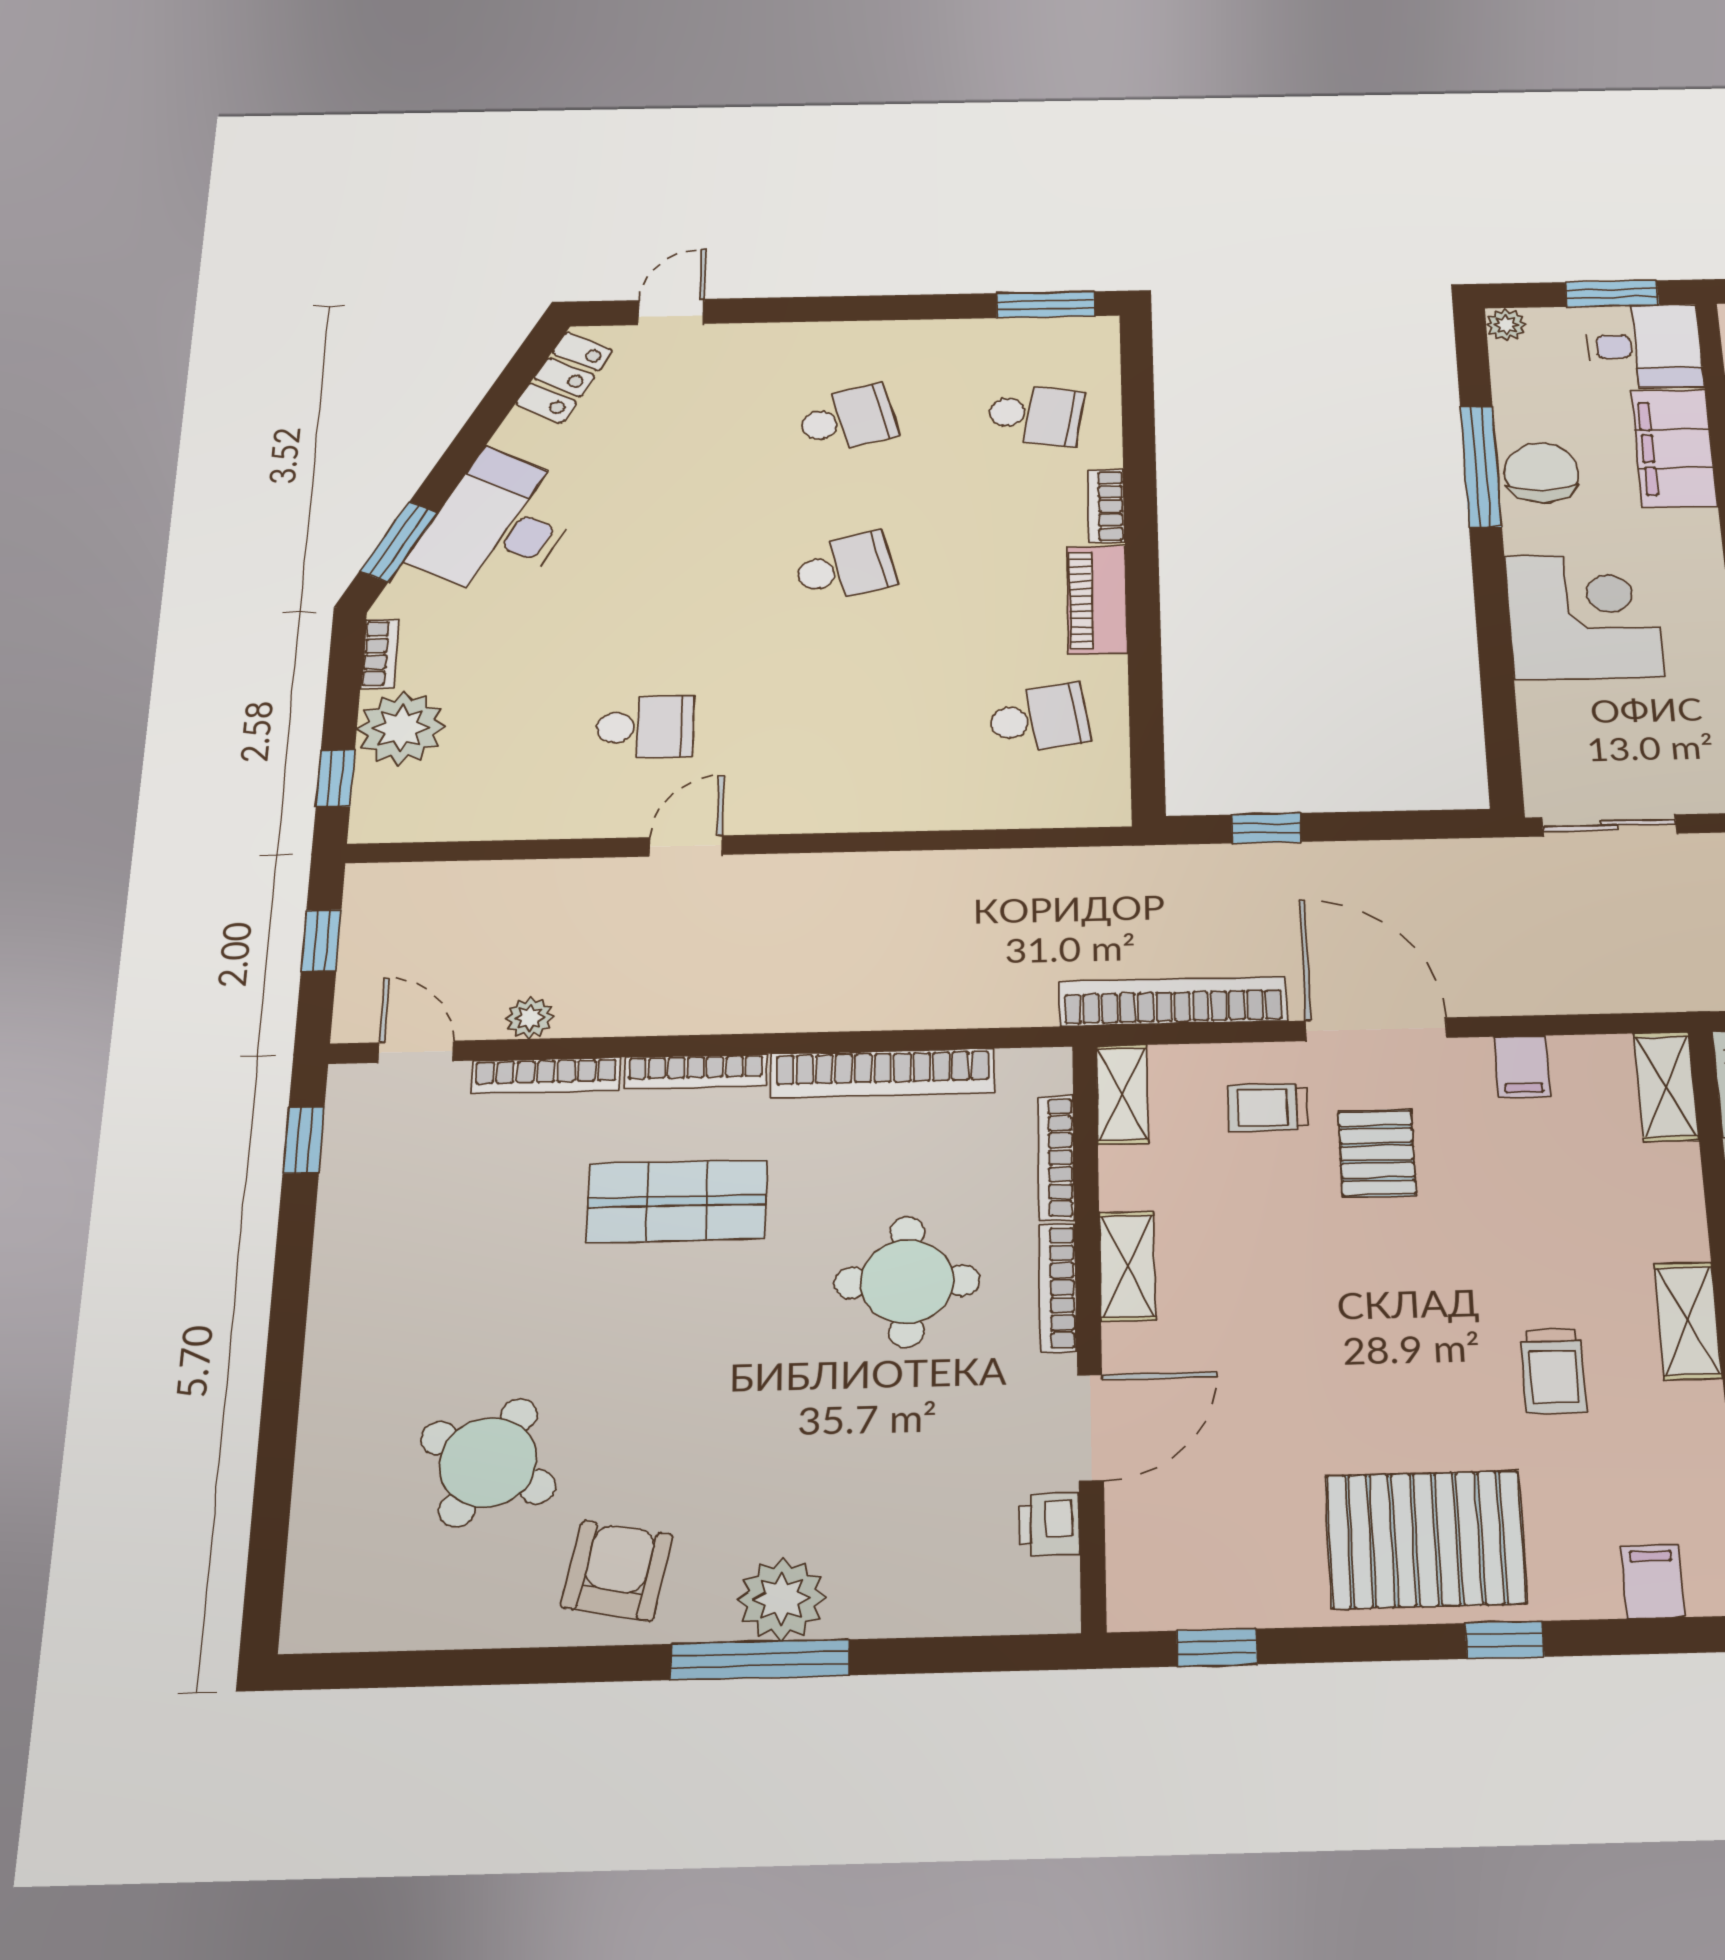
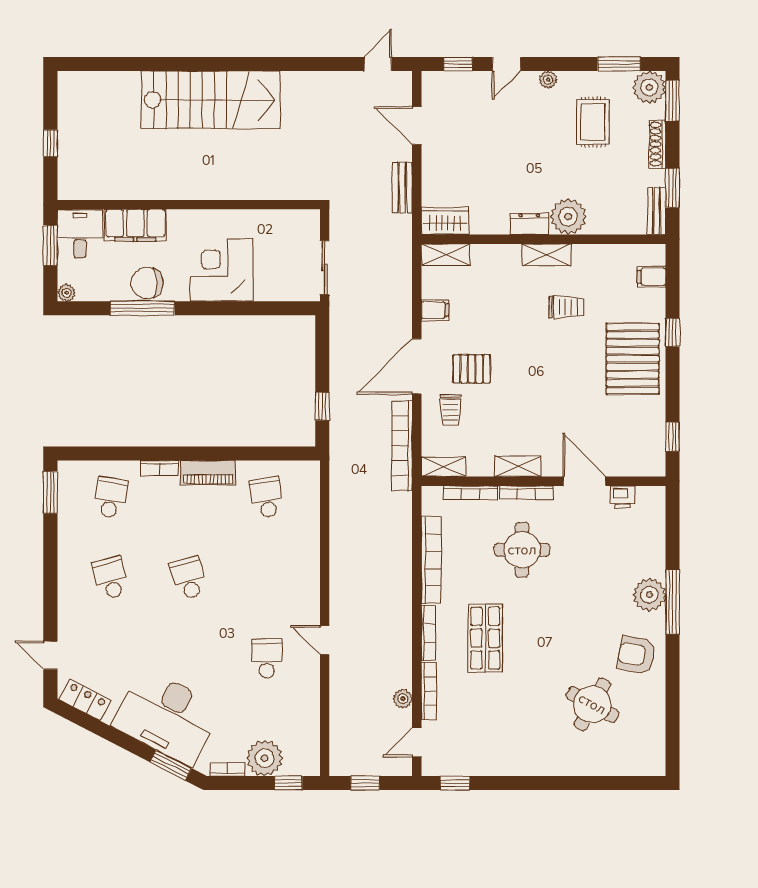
desk: (499, 526) -> (167, 717), width x1.36, depth x1.30

